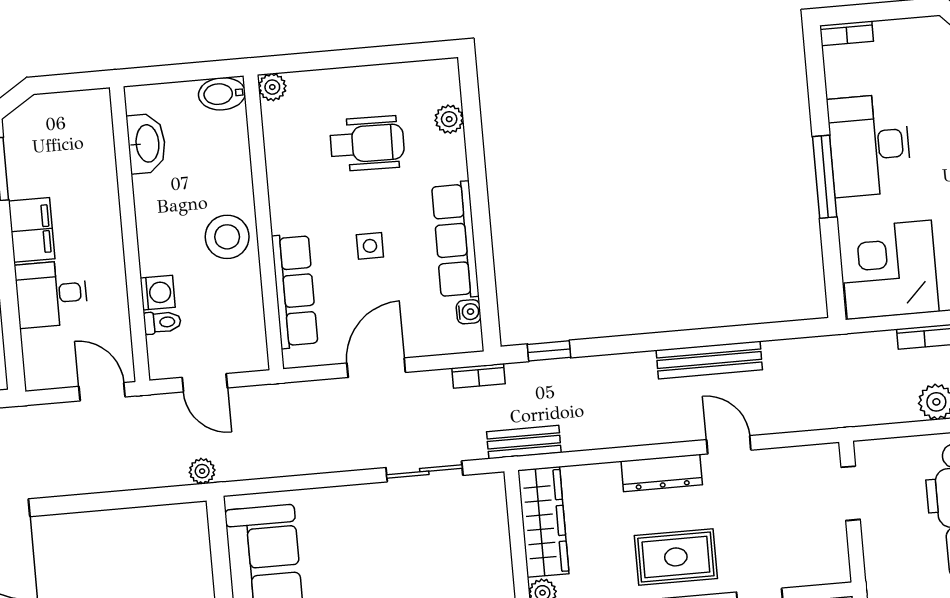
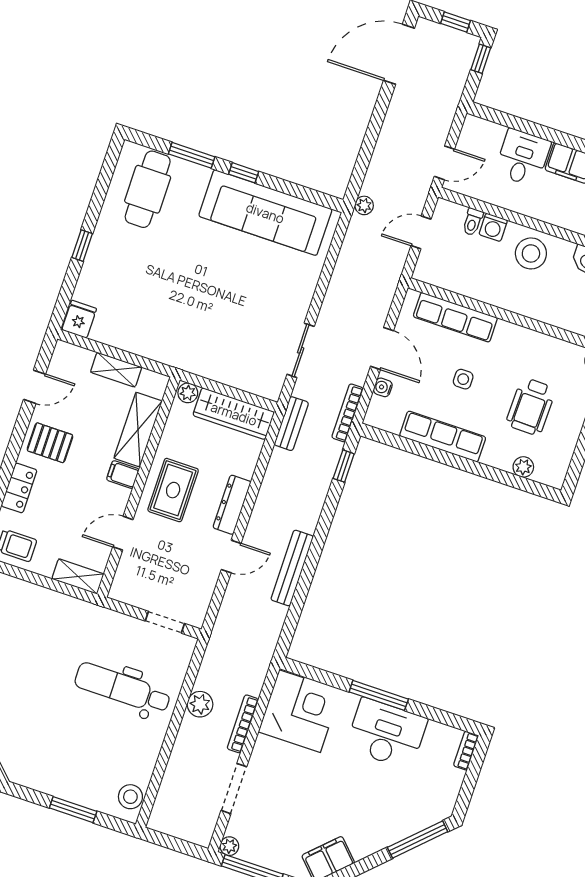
stool: (227, 237) -> (531, 253), moved
water cooler: (469, 312) -> (383, 387), moved, turned 90
bookcase: (479, 376) -> (347, 413), width x1.56

